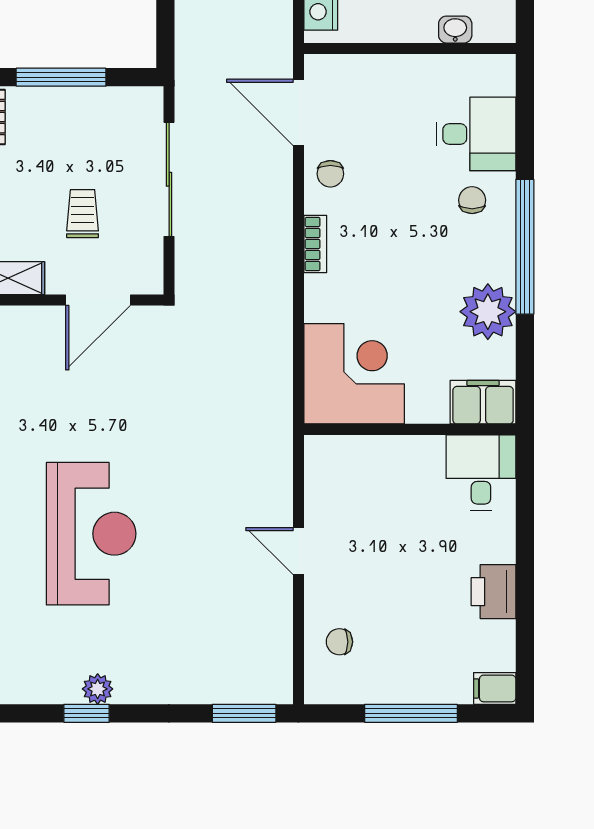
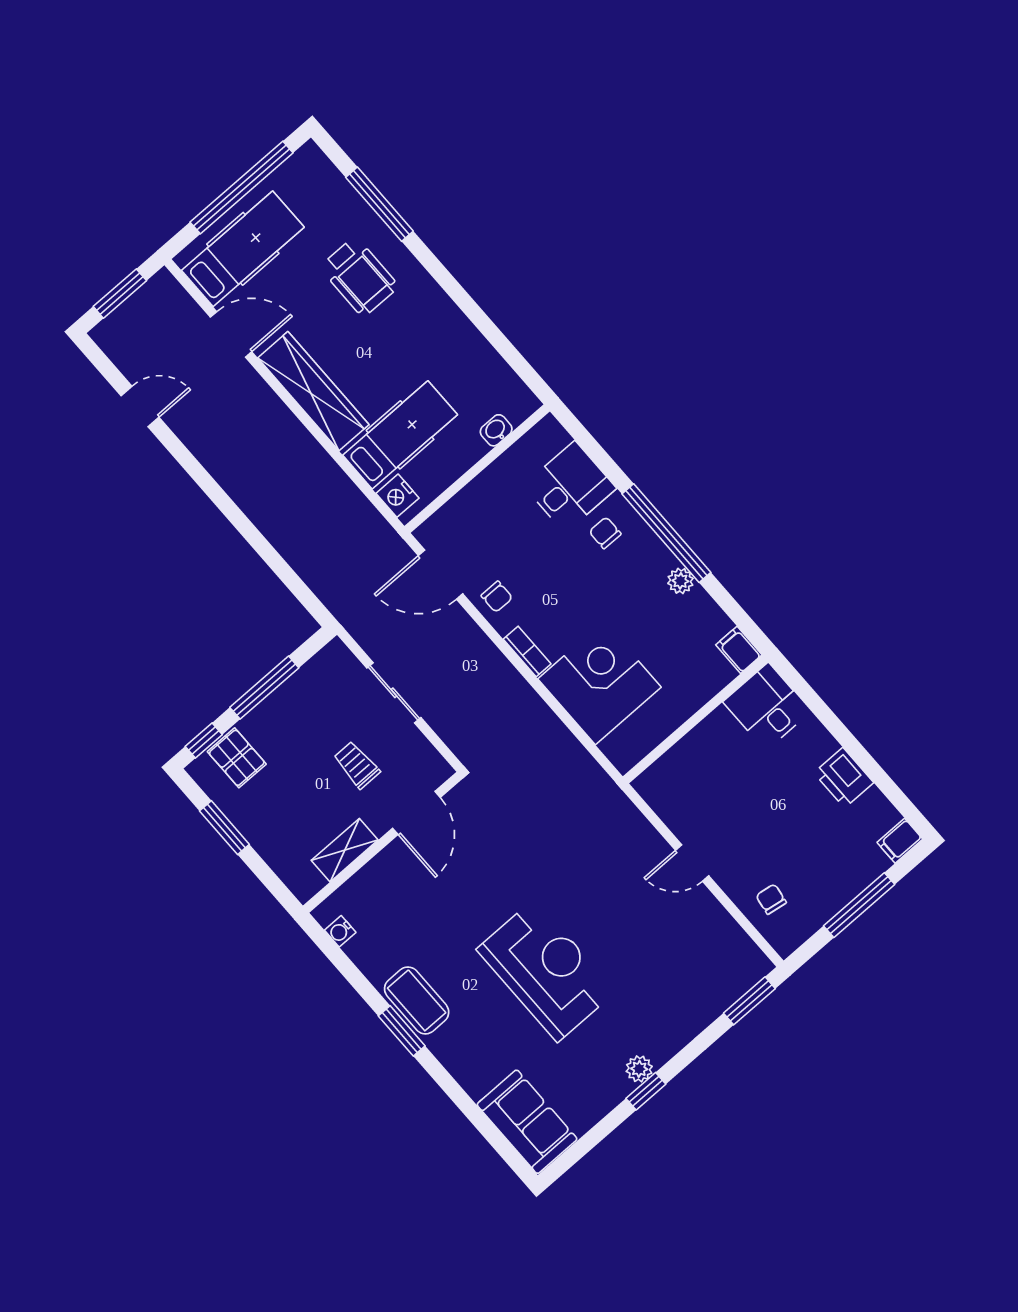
sliding door: (169, 179) -> (394, 693), width x0.73
plant: (488, 312) -> (680, 581), width x0.53, depth x0.53
corner desk: (354, 374) -> (599, 683), moved
filing cabinet: (483, 402) -> (739, 650), width x0.50
chair: (339, 642) -> (771, 899), turned 99

